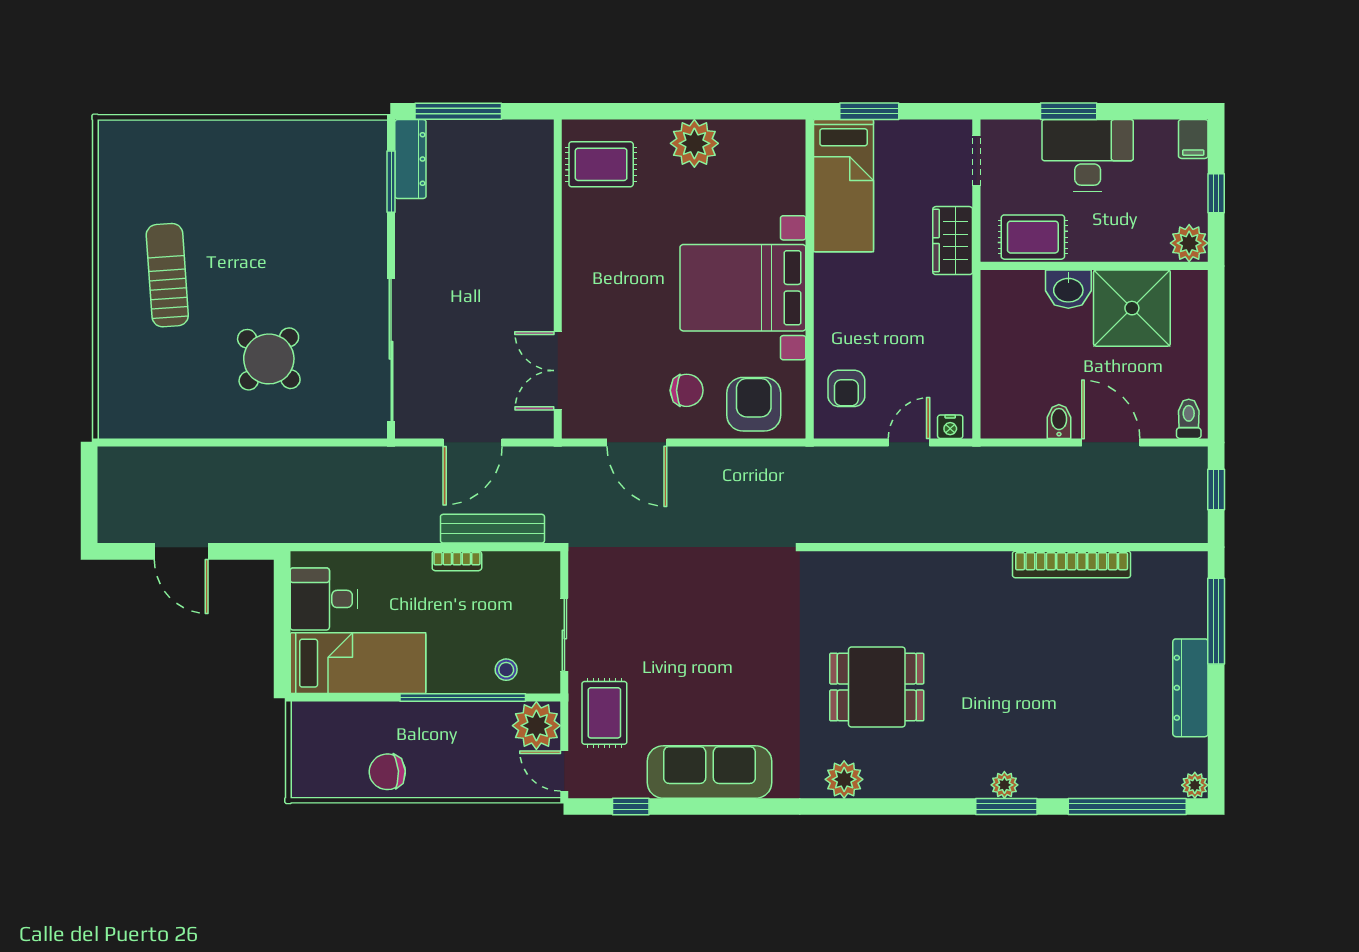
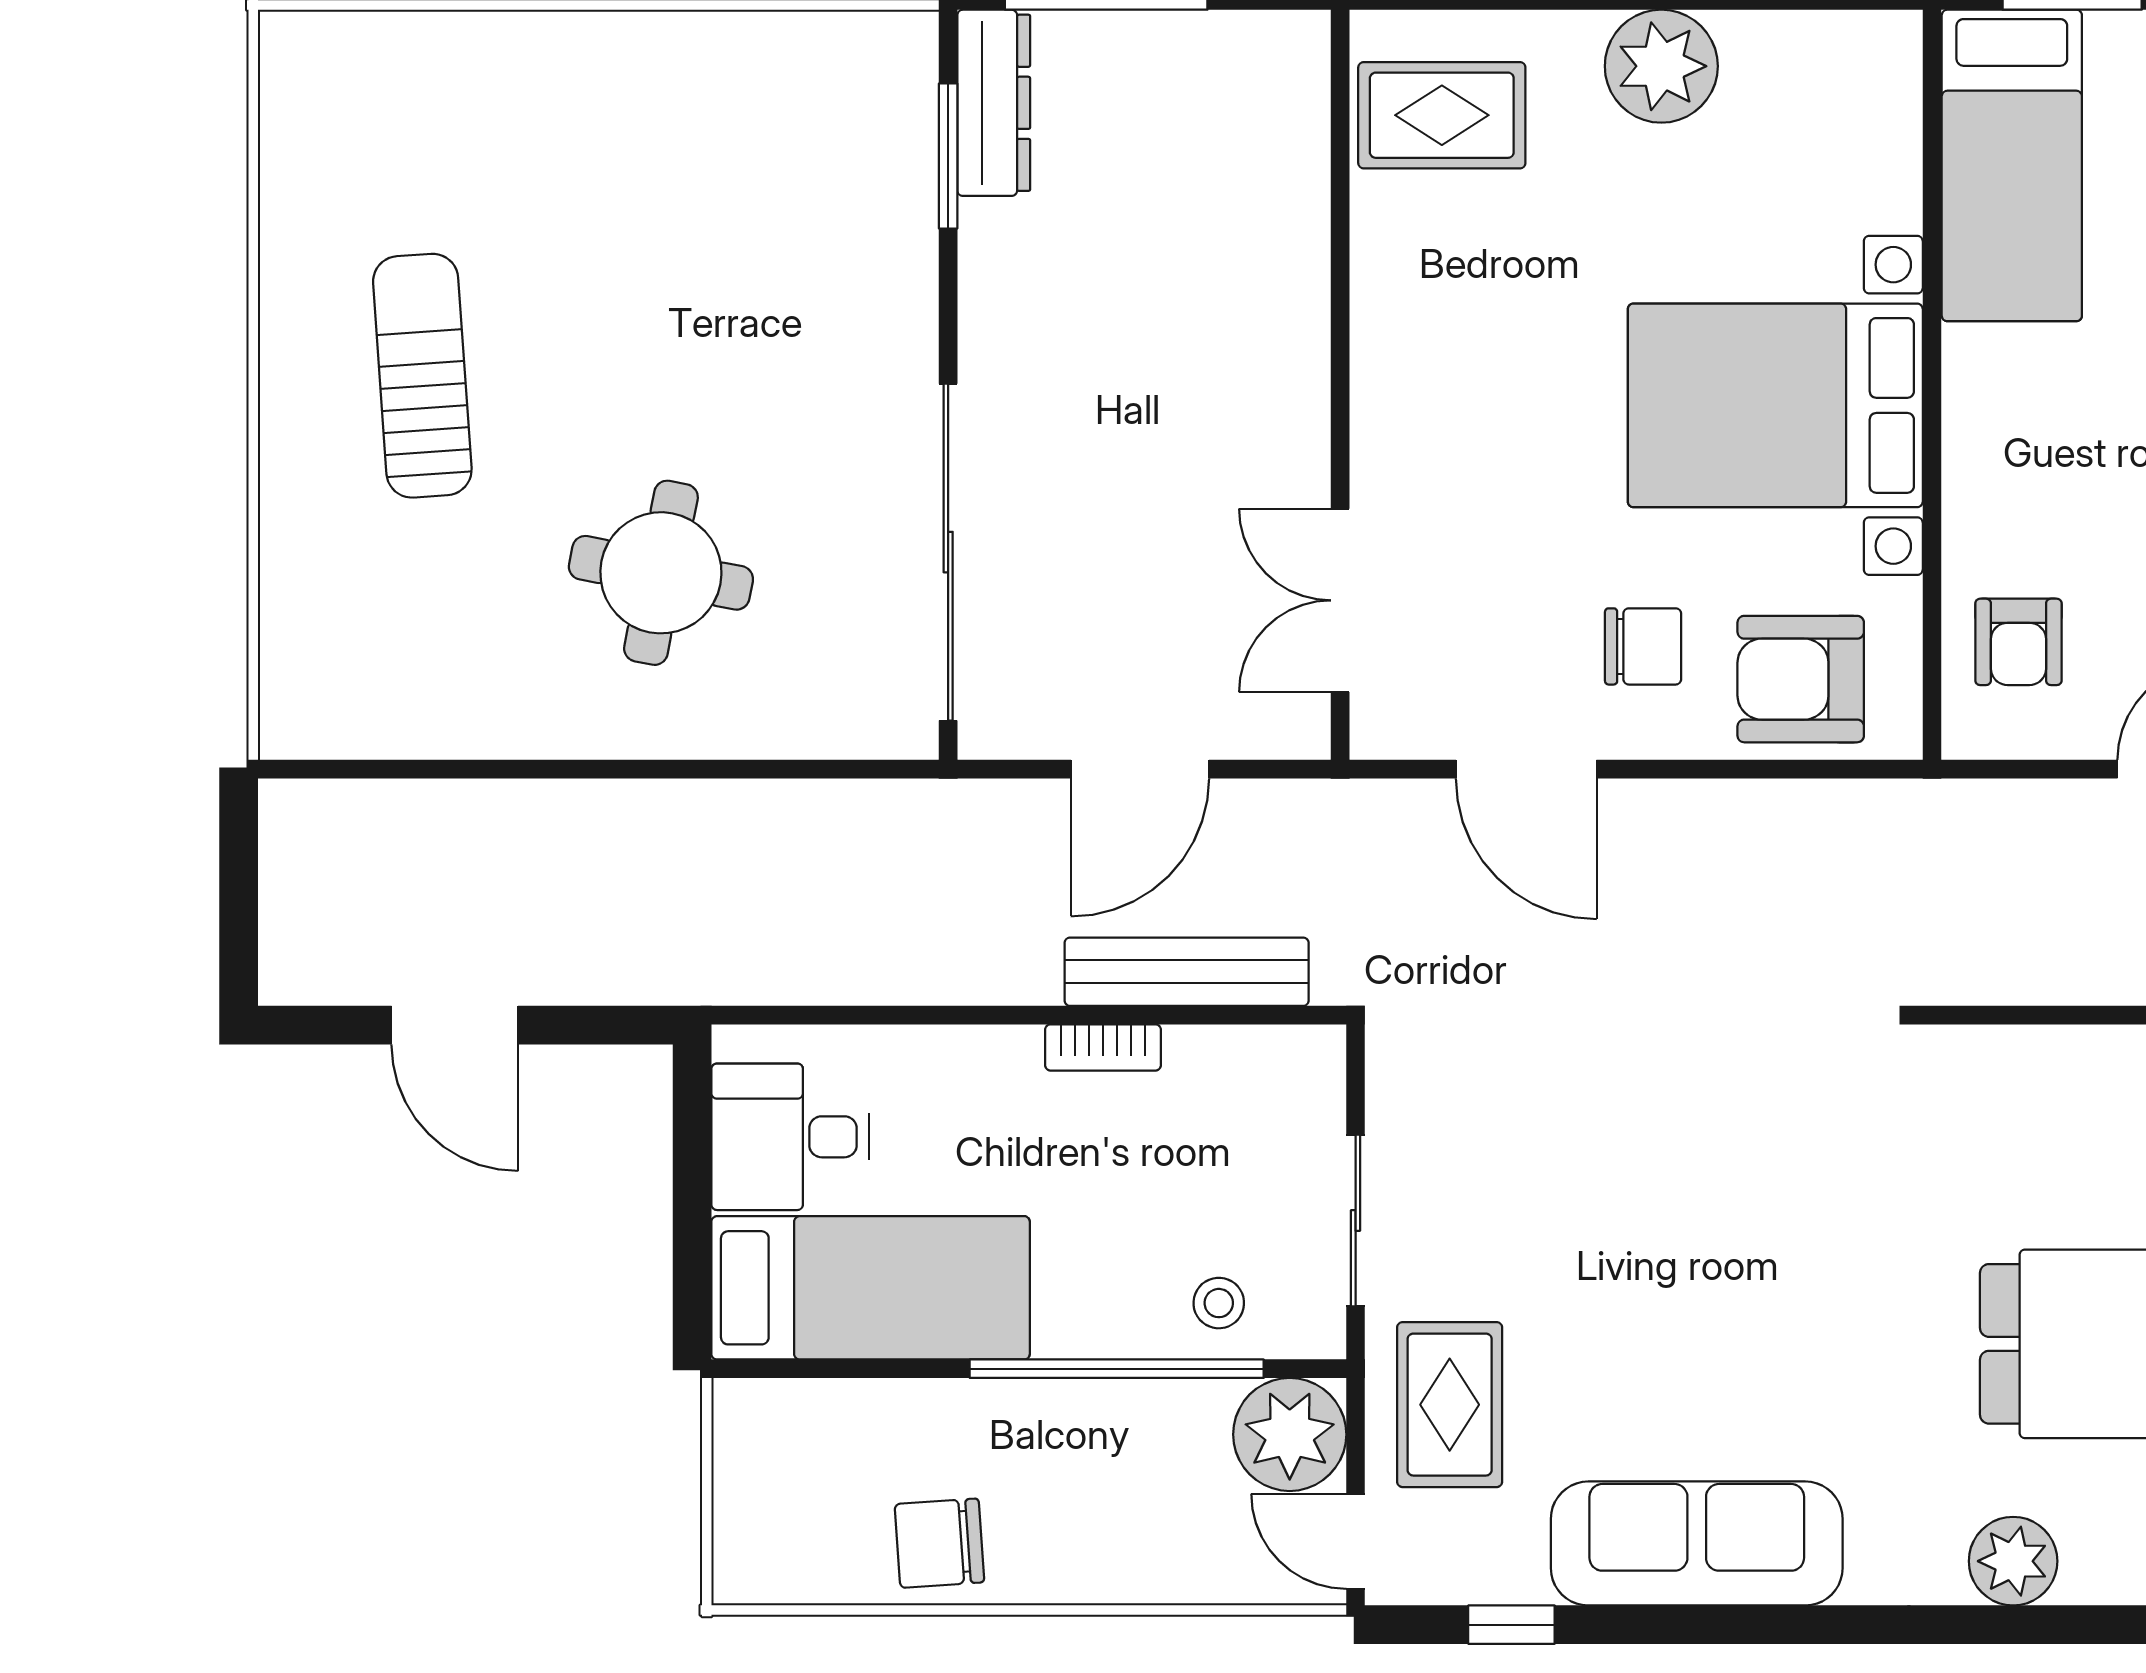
round table: (269, 359) -> (661, 573), turned -32
armchair: (754, 404) -> (1801, 679), turned -90

